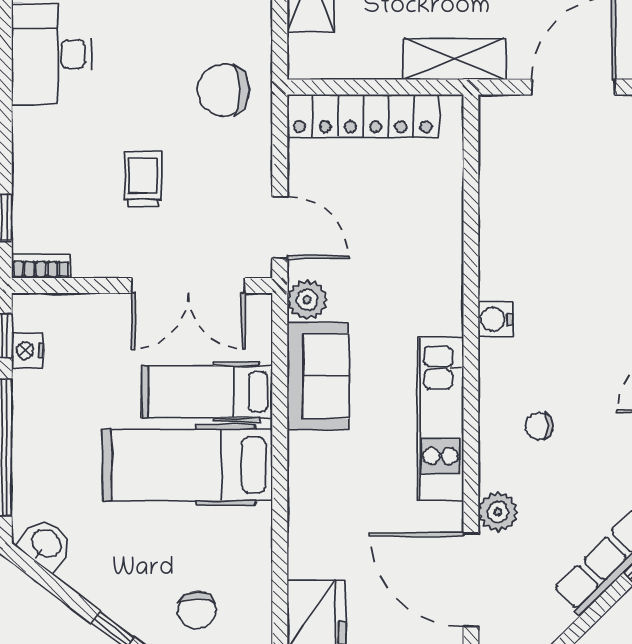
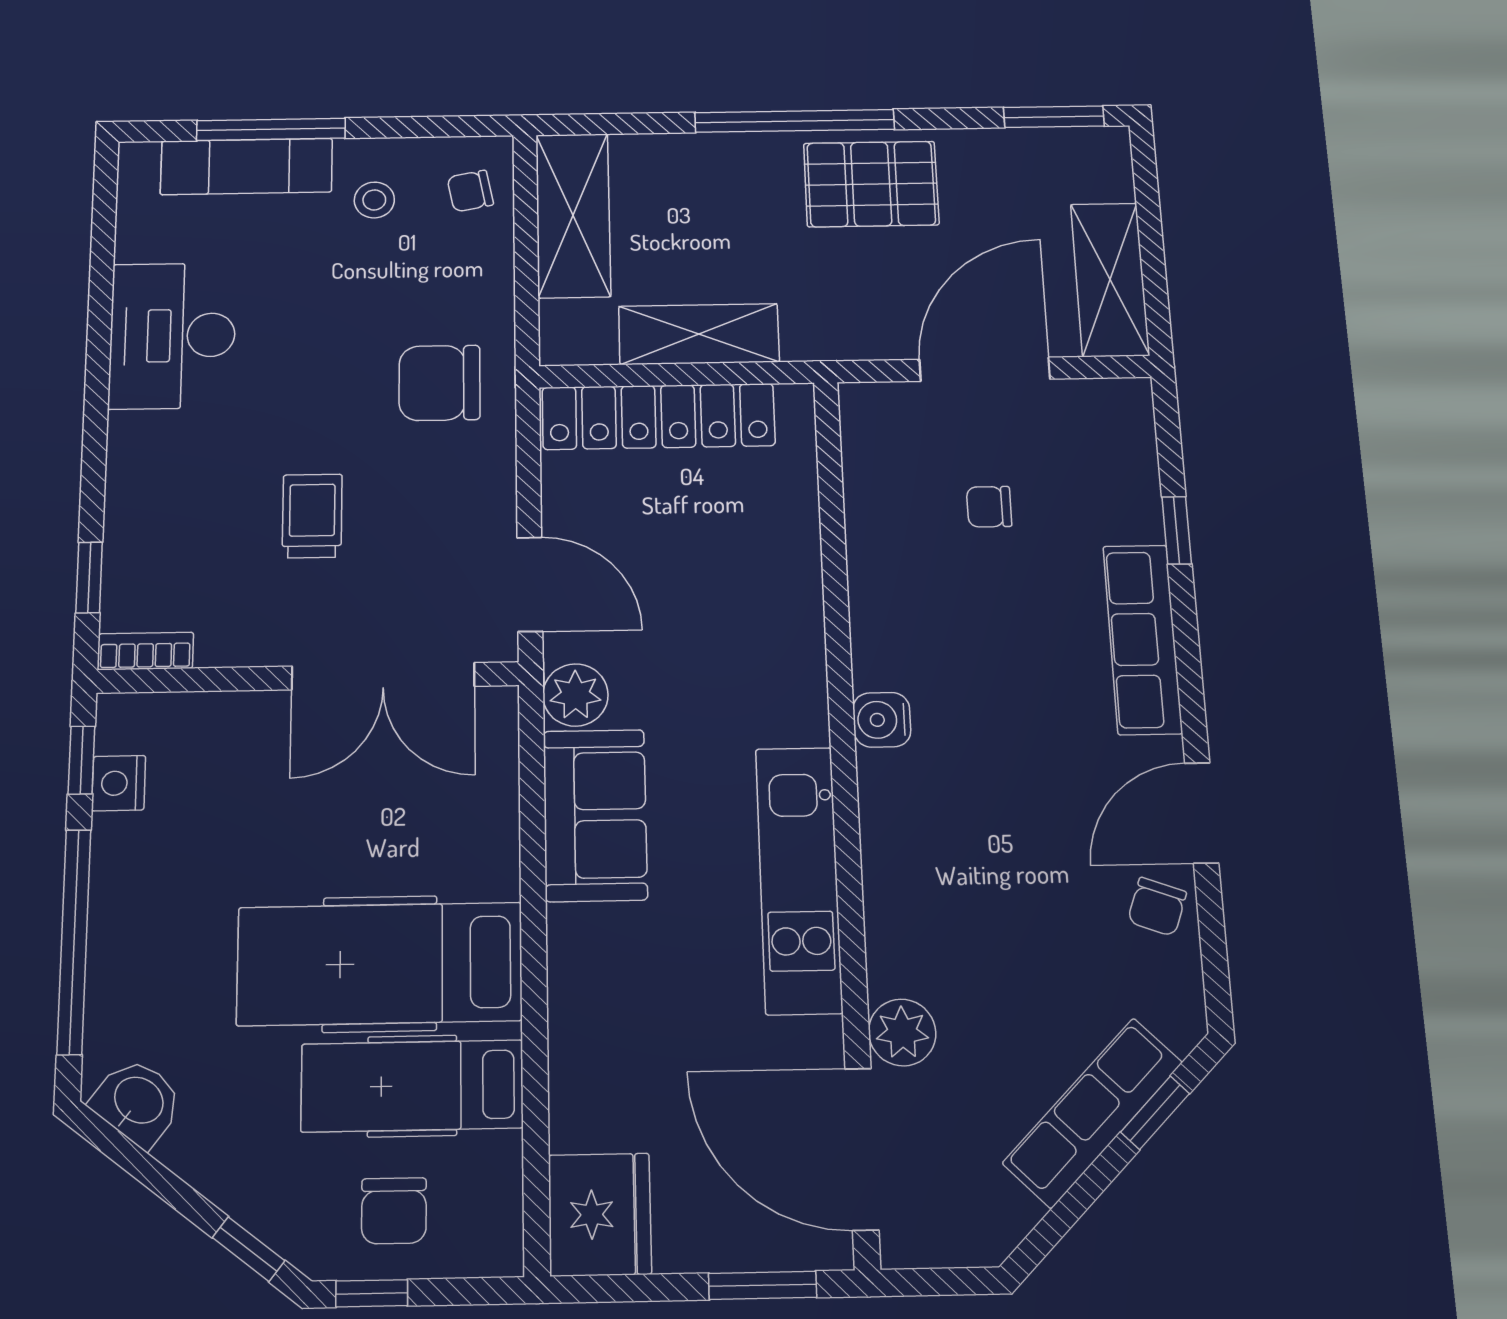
shelving: (454, 59) -> (699, 334), moved
hospital bed: (207, 392) -> (412, 1086), moved
chair: (539, 426) -> (989, 507), moved

